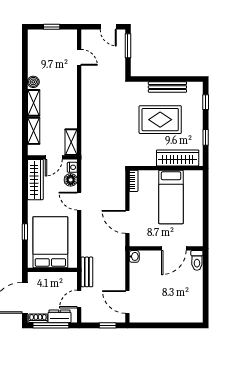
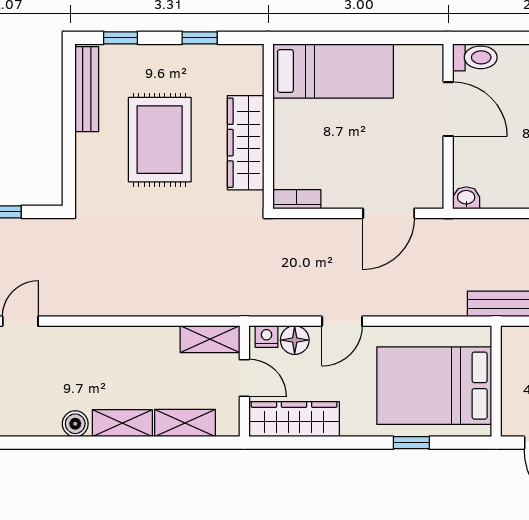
bench: (167, 87) -> (87, 89), moved
wardrobe: (178, 158) -> (246, 143), moved
bed: (171, 197) -> (333, 71), moved

